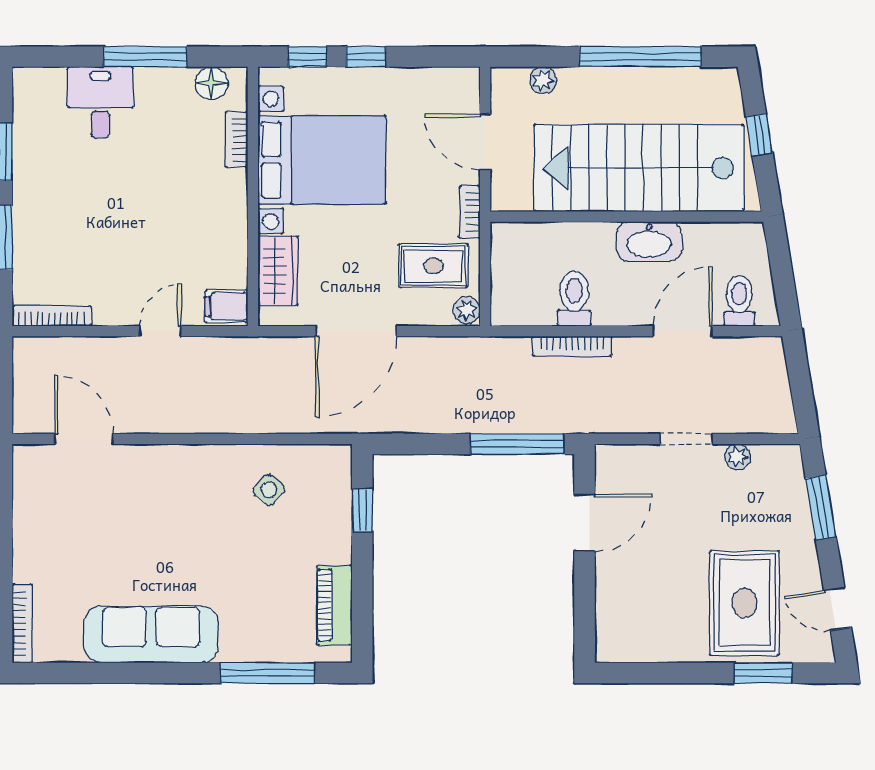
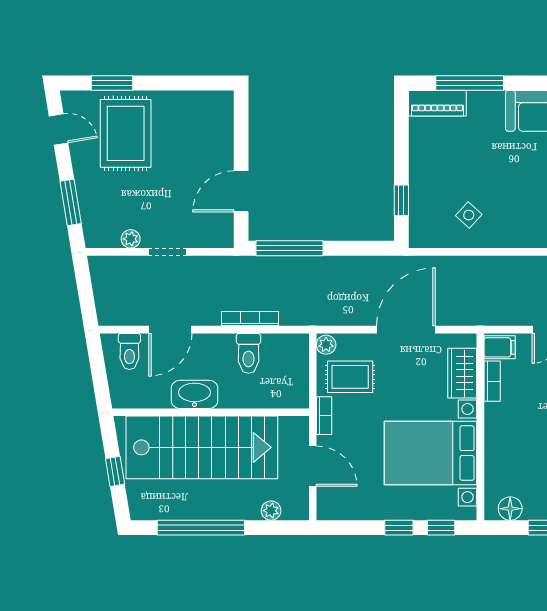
bookcase: (237, 140) -> (492, 381), moved
piano: (334, 605) -> (437, 103), moved, turned 90

